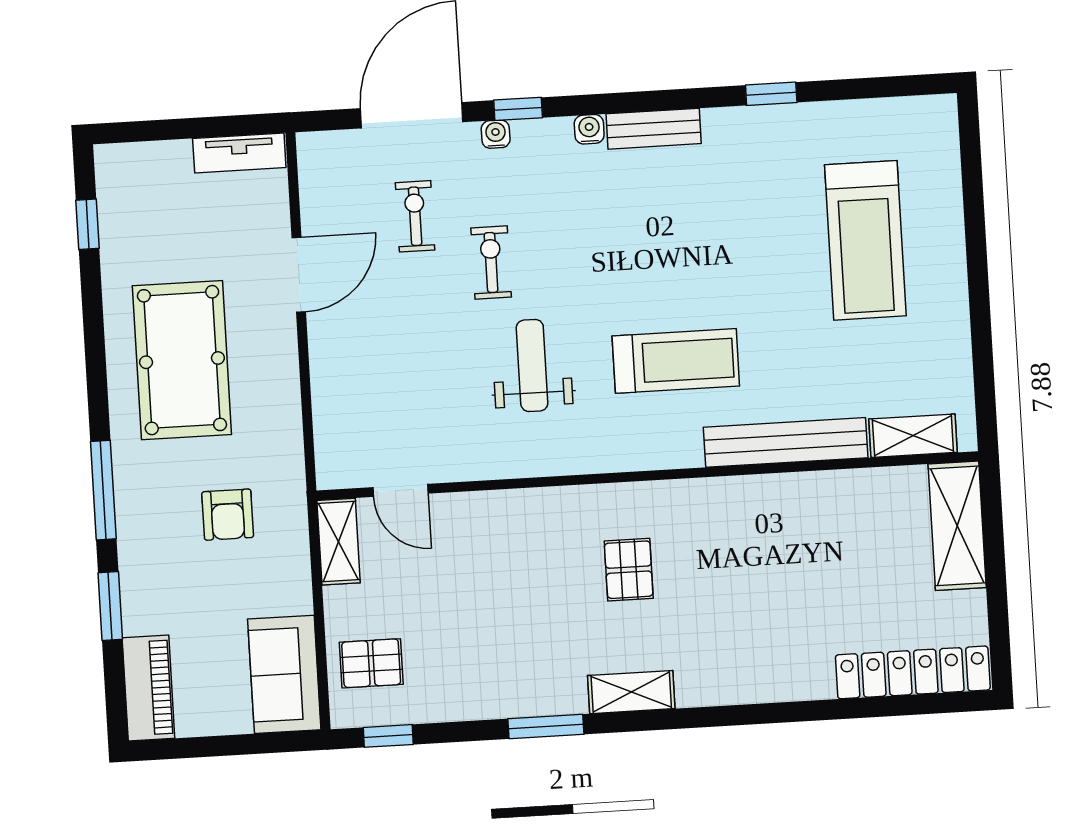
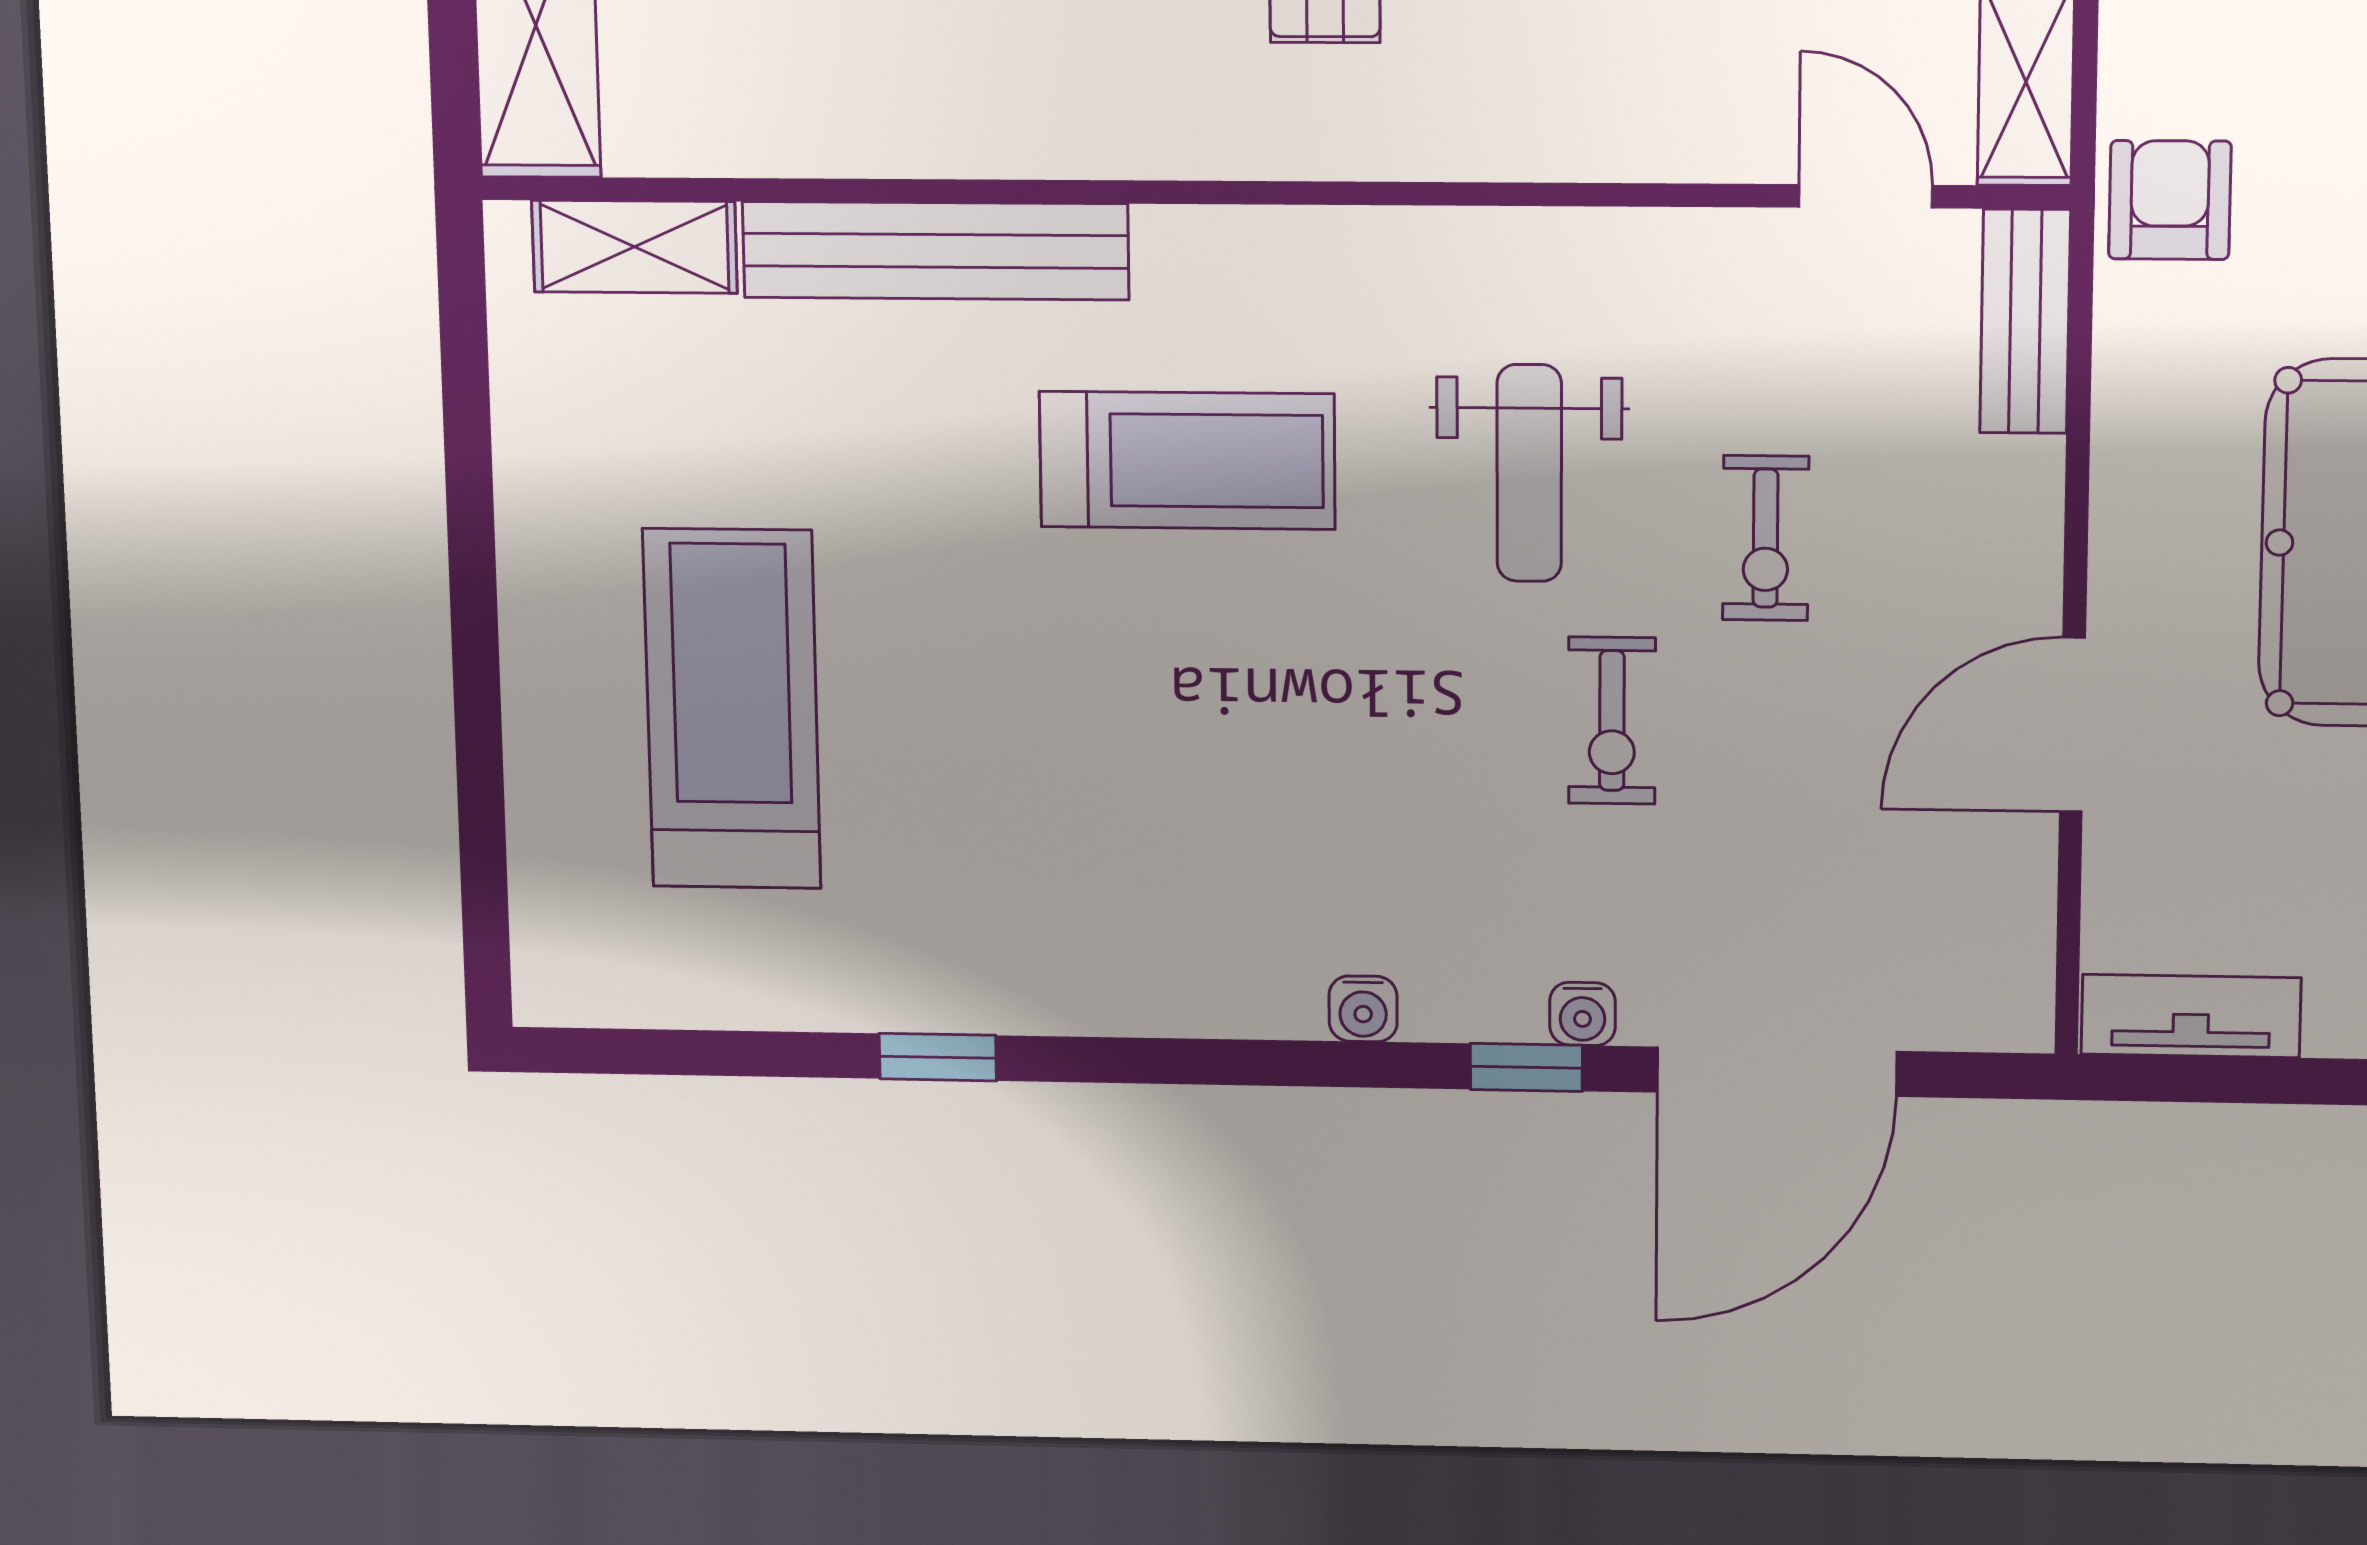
bench: (654, 129) -> (2025, 322), moved, turned 90
exercise bike: (415, 216) -> (1766, 538), moved
treadmill: (676, 361) -> (1187, 460), turned 180
armchair: (228, 515) -> (2170, 200), moved

